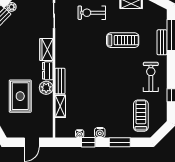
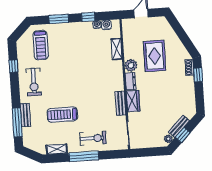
bench: (60, 81) -> (120, 103), moved
water cooler: (100, 133) -> (106, 25), moved

